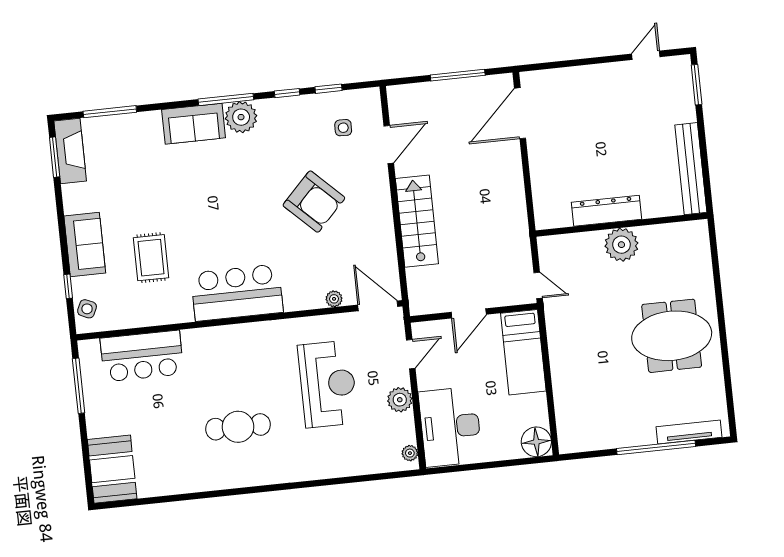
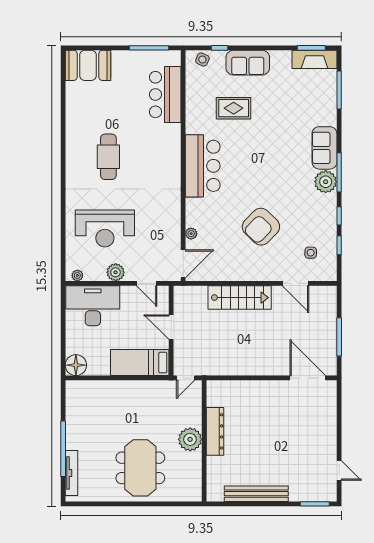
dresser: (607, 211) -> (215, 431), moved
wall: (622, 225) -> (204, 441), moved
plant: (621, 245) -> (190, 439), moved
reception desk: (328, 384) -> (105, 228), moved

